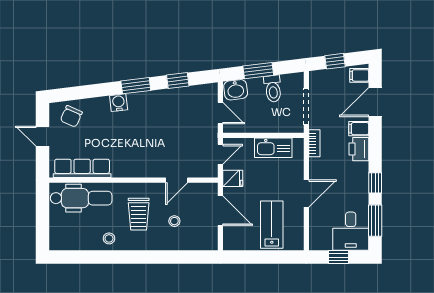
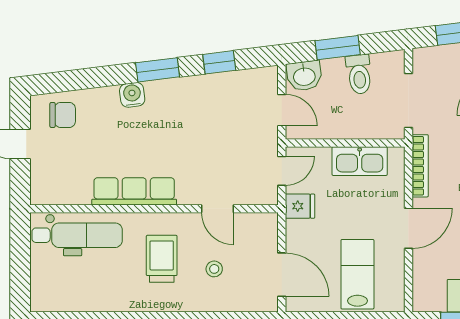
chair: (71, 116) -> (63, 115), turned -114
bookcase: (314, 143) -> (420, 166), width x1.56
row of seats: (82, 168) -> (134, 191), moved
door: (177, 180) -> (218, 209), hinge flipped
door: (220, 211) -> (282, 275), moved
trolley: (139, 214) -> (162, 259), turned 180
stool: (109, 238) -> (118, 294), removed

